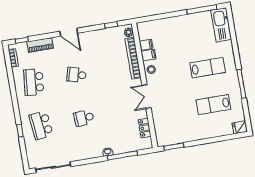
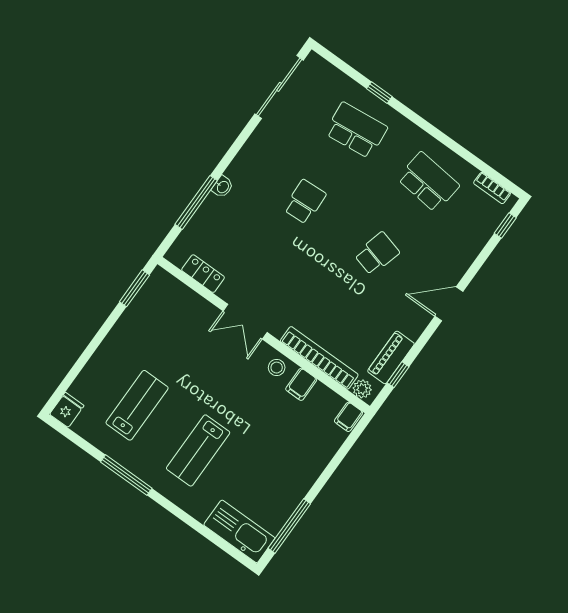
piano: (40, 45) -> (391, 357), moved
filing cabinet: (146, 45) -> (348, 417), moved
double door: (146, 97) -> (245, 322), swing flipped

